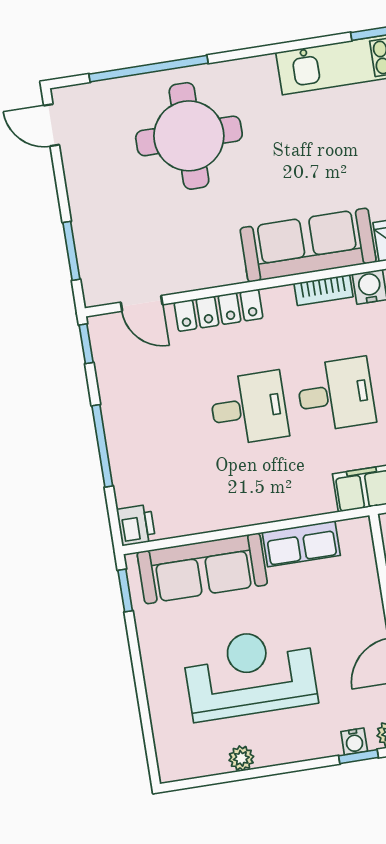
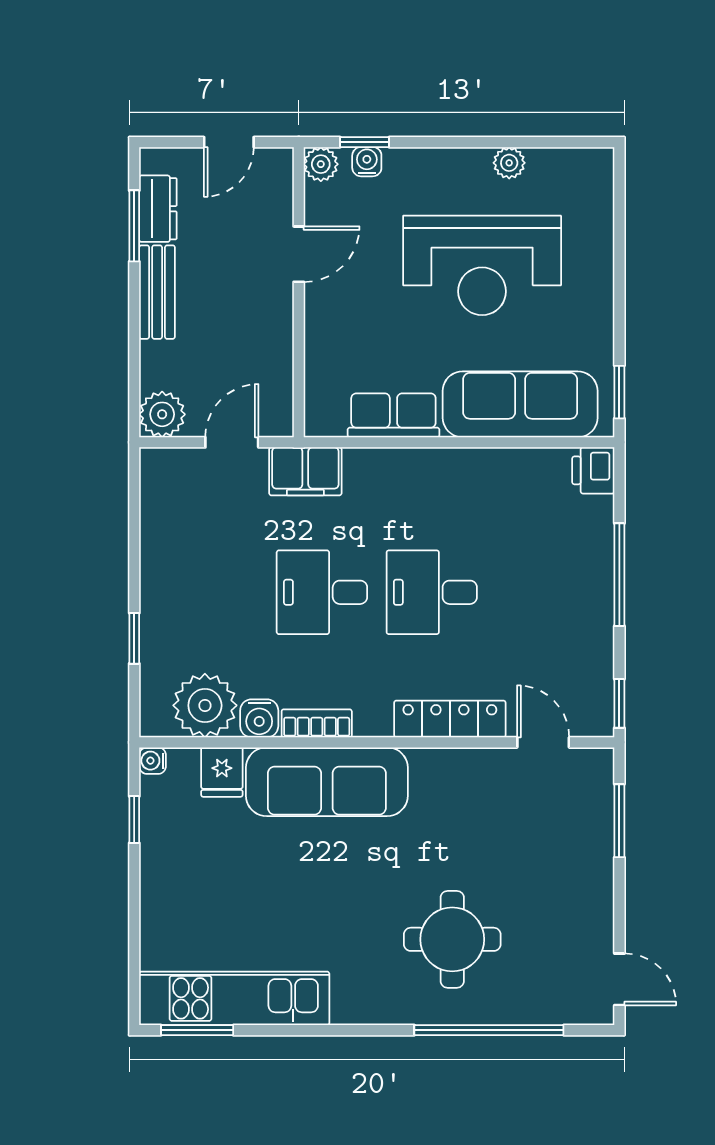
round table: (189, 136) -> (452, 939), width x0.73, depth x0.73

